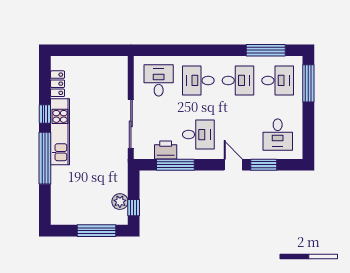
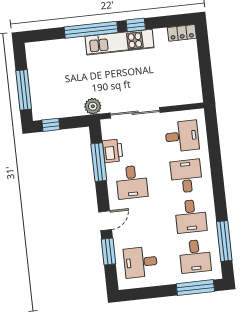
locker: (58, 84) -> (182, 33), moved
plant: (120, 202) -> (93, 106), moved

